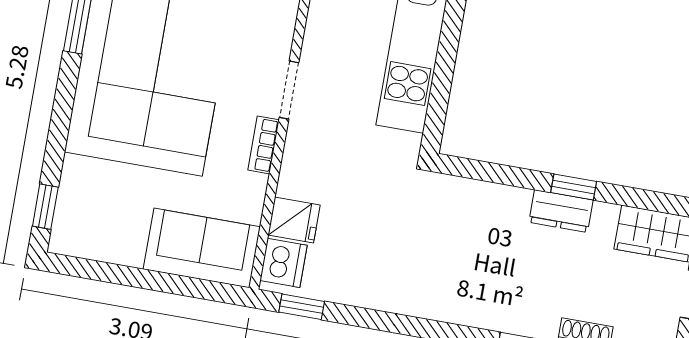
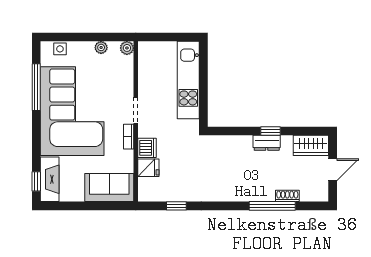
fireplace: (75, 207) -> (50, 179), added
dishwasher: (283, 263) -> (147, 148), moved
window: (302, 307) -> (176, 206), moved

